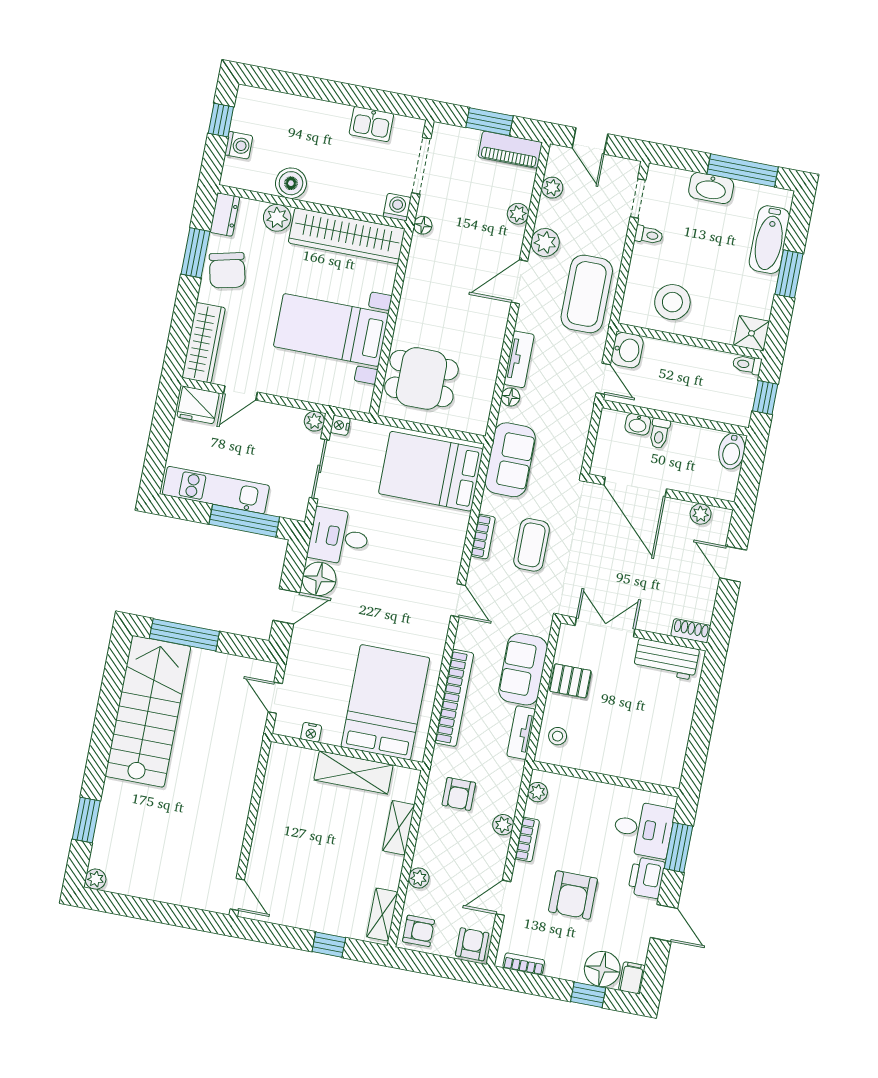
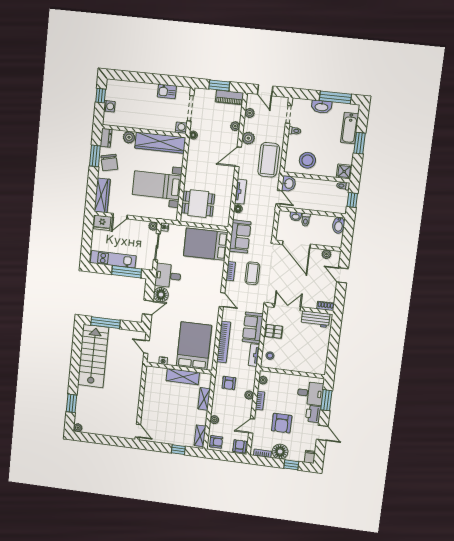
boiler: (291, 183) -> (134, 121), removed
floor lamp: (602, 969) -> (280, 452), moved

